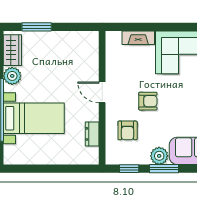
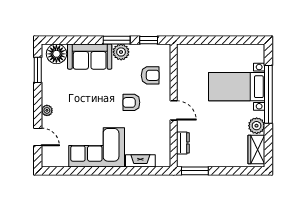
window: (37, 27) -> (195, 171), moved
armchair: (128, 130) -> (150, 75), turned 90
dresser: (92, 134) -> (183, 143), moved

